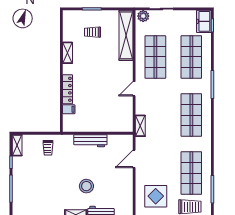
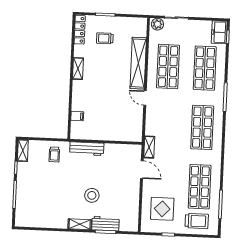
shelving: (126, 35) -> (138, 63), moved
shelving: (67, 53) -> (78, 69), moved
locker: (67, 89) -> (80, 30), moved
door: (134, 89) -> (145, 98), hinge flipped
shelving: (140, 126) -> (149, 147), moved
workbench: (90, 141) -> (87, 149), moved
door: (134, 159) -> (142, 170), swing flipped

